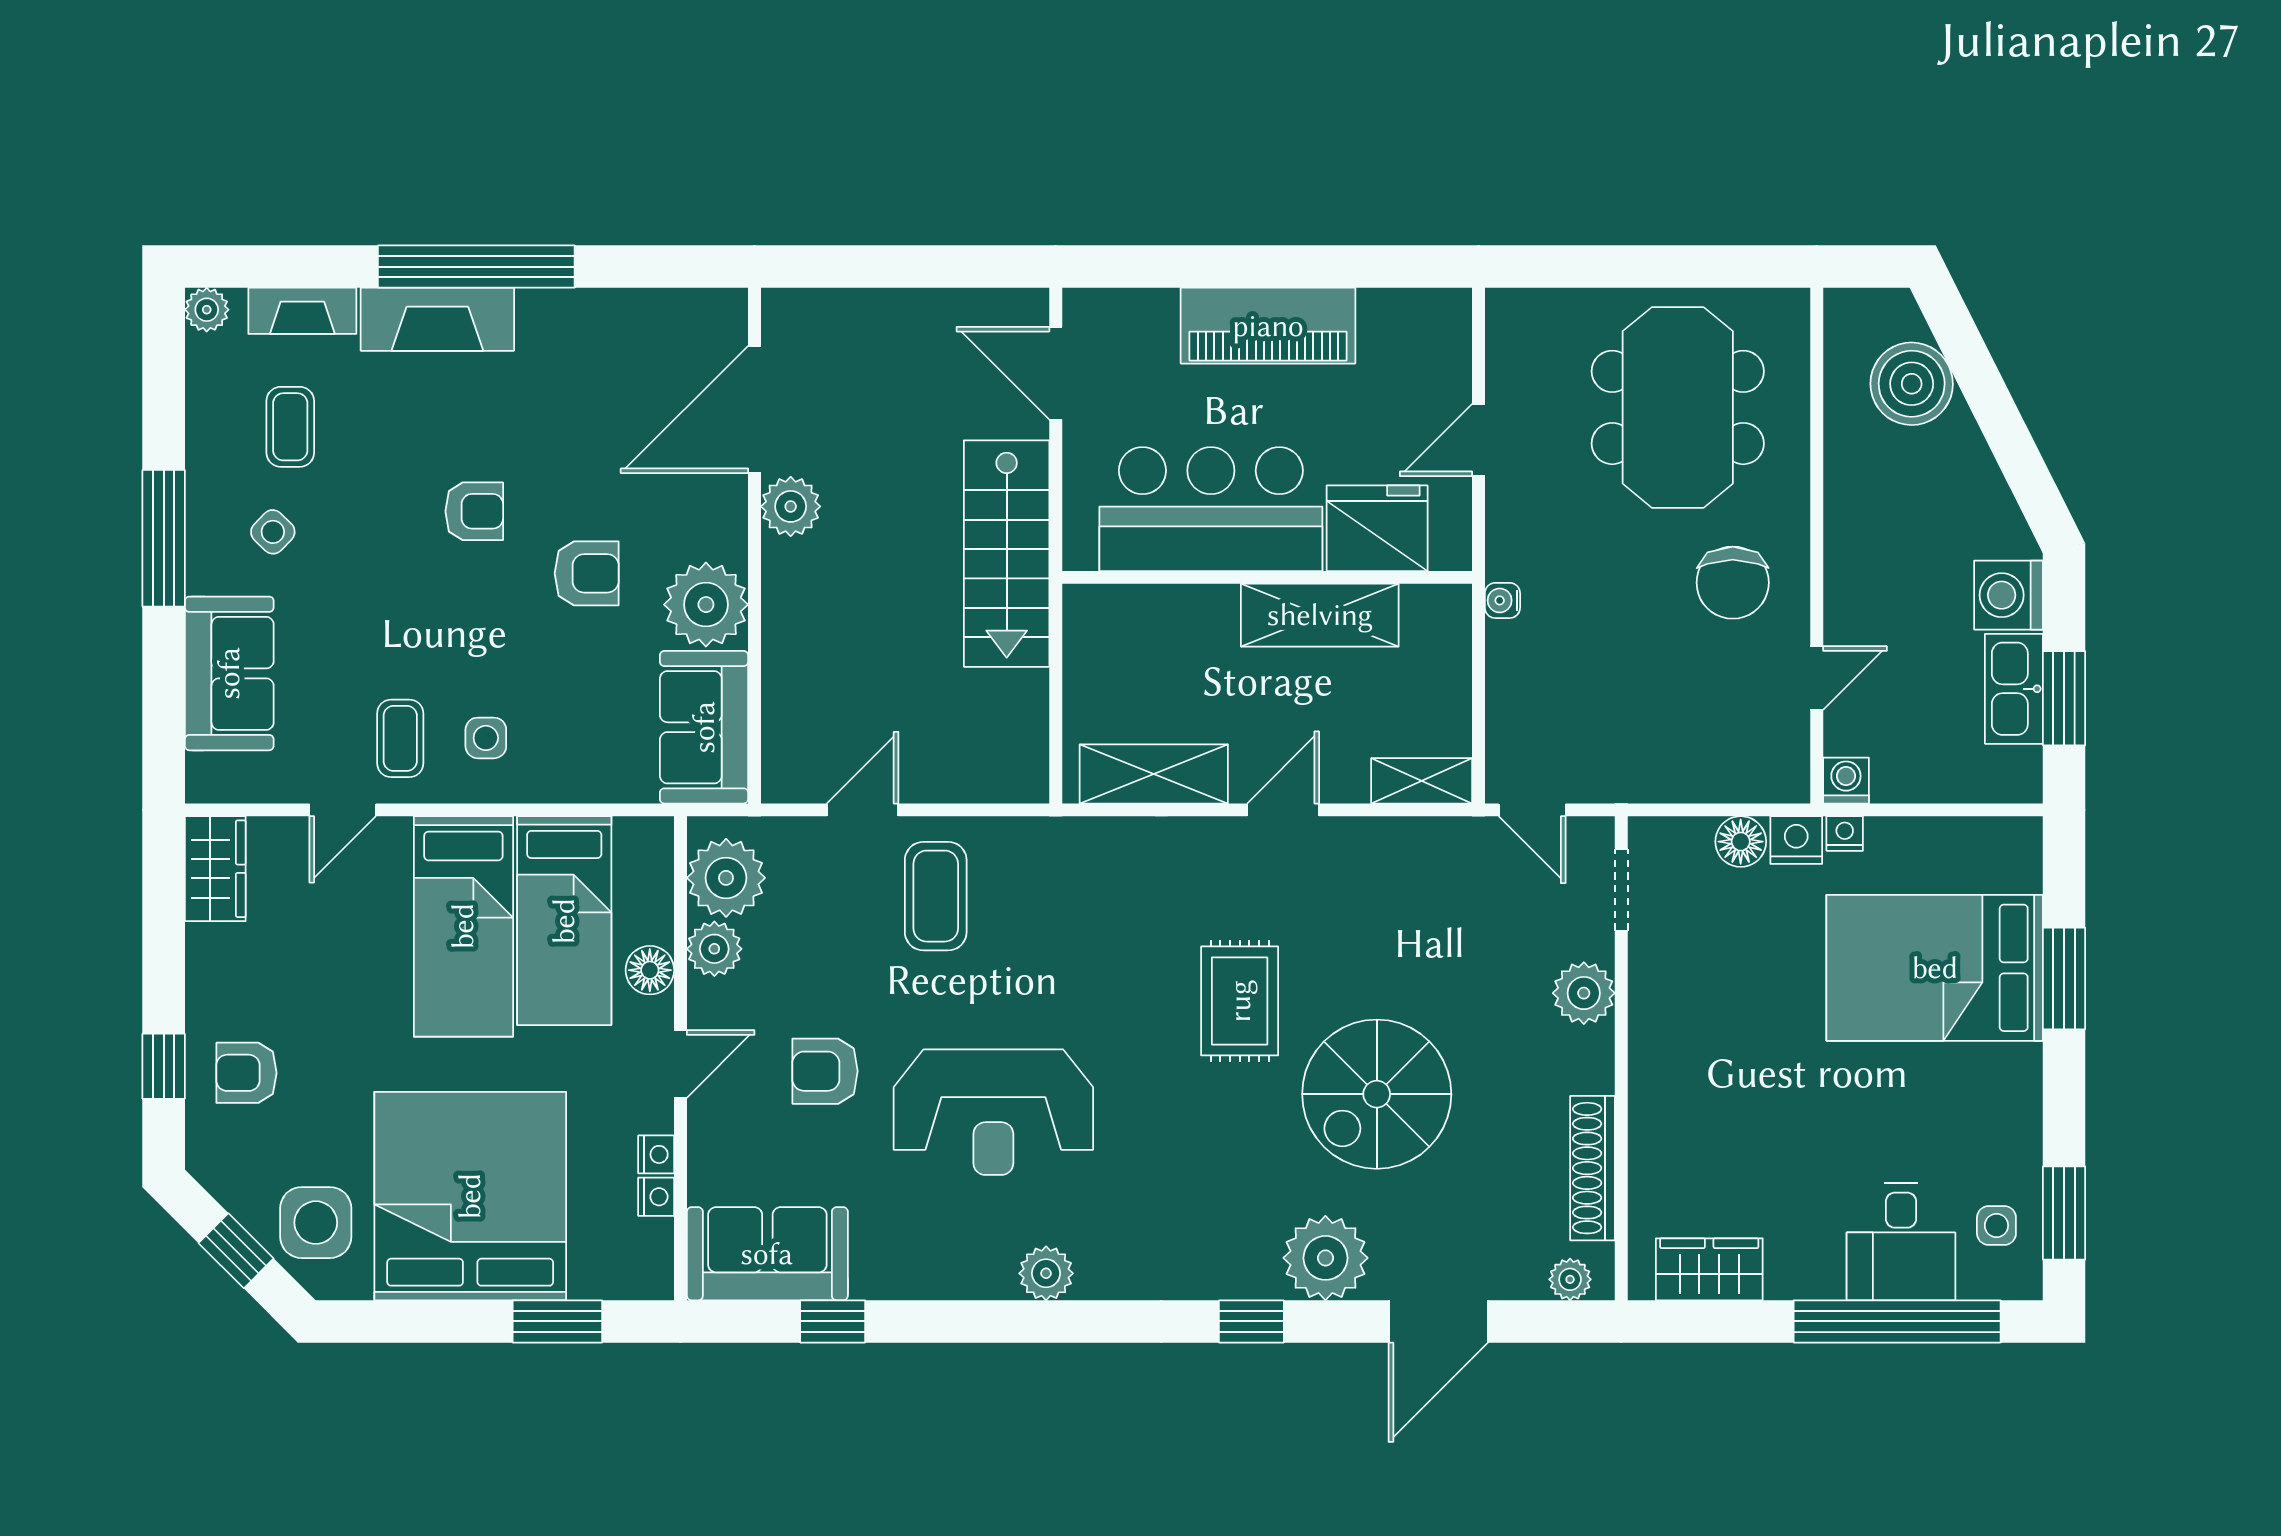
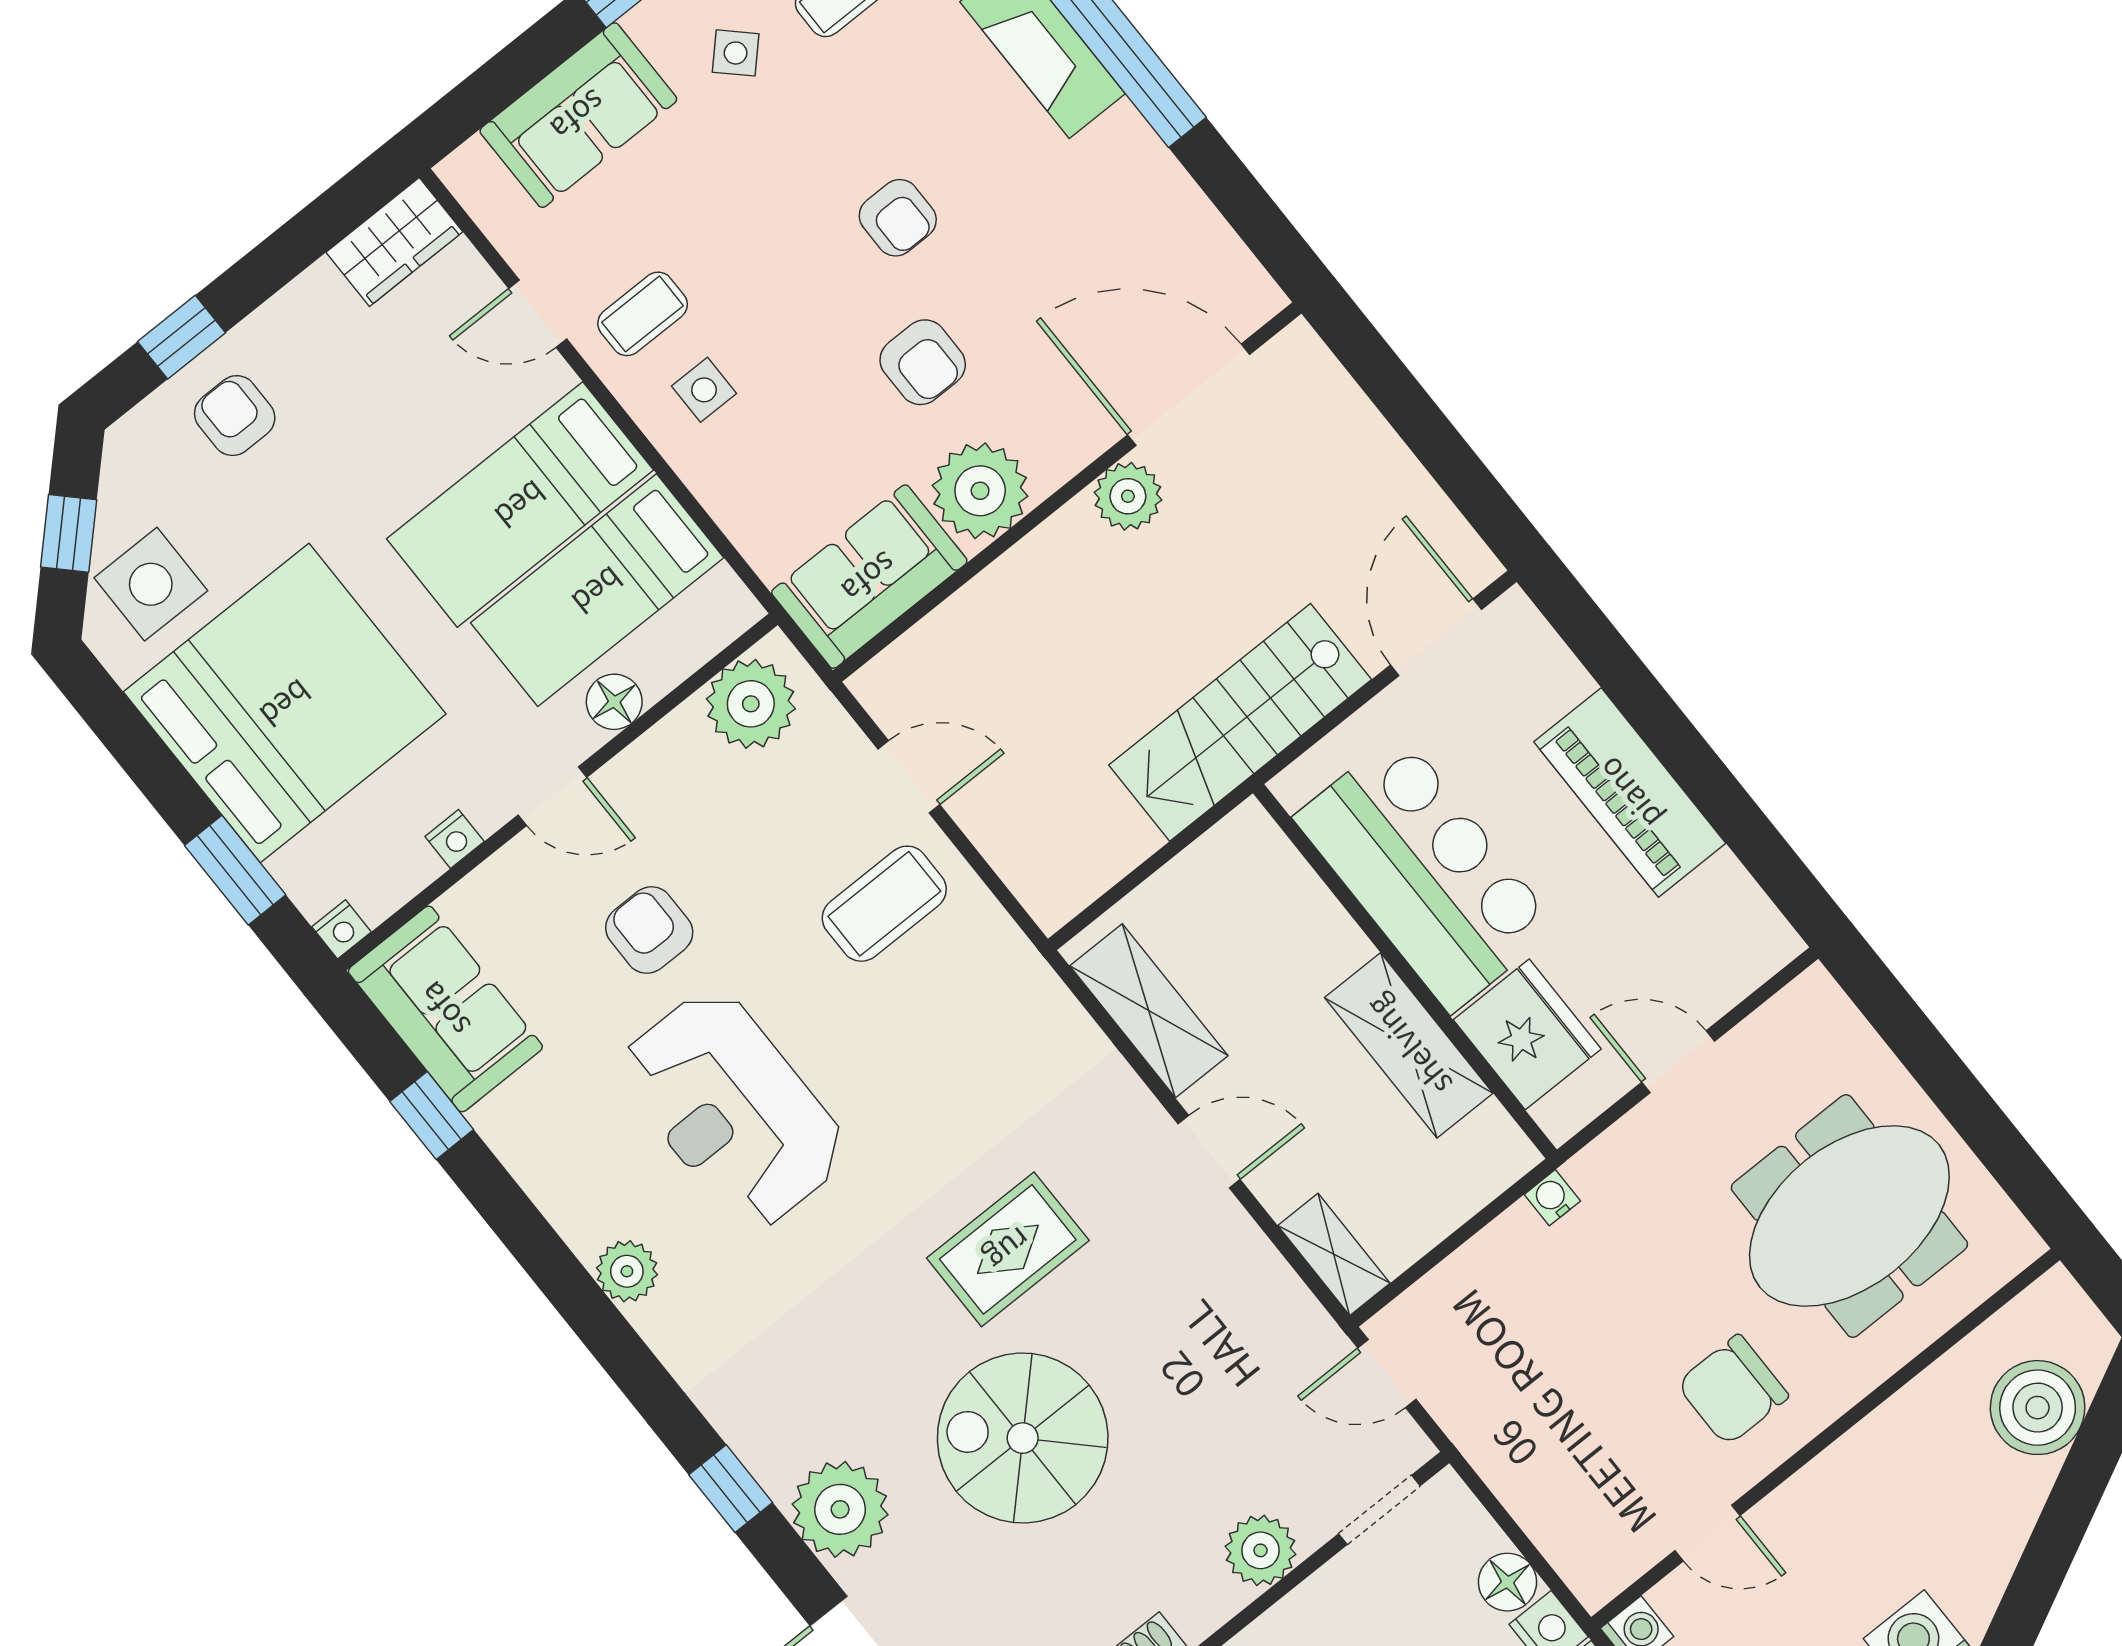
door: (1532, 810) -> (1387, 1374), hinge flipped
plant: (714, 949) -> (679, 744), removed
nightstand: (656, 1197) -> (341, 929), moved

